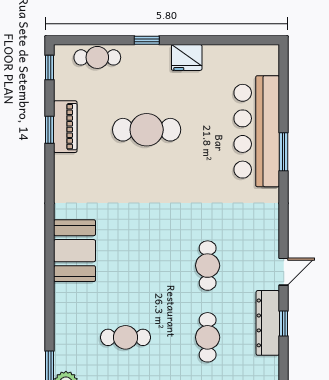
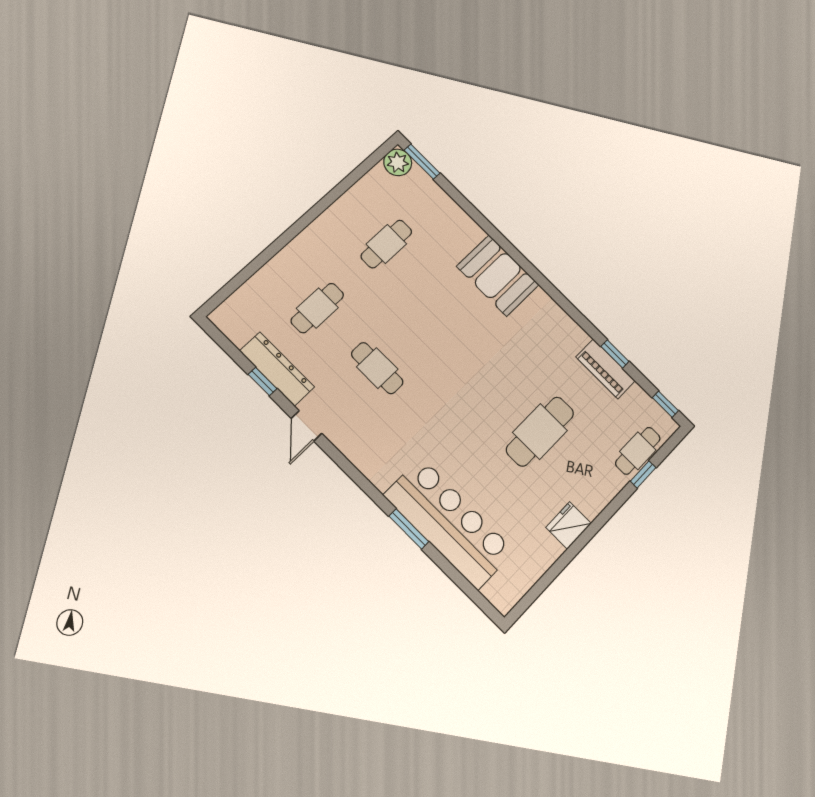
window: (147, 40) -> (643, 474), moved
cafe table: (208, 337) -> (317, 308), turned 90

